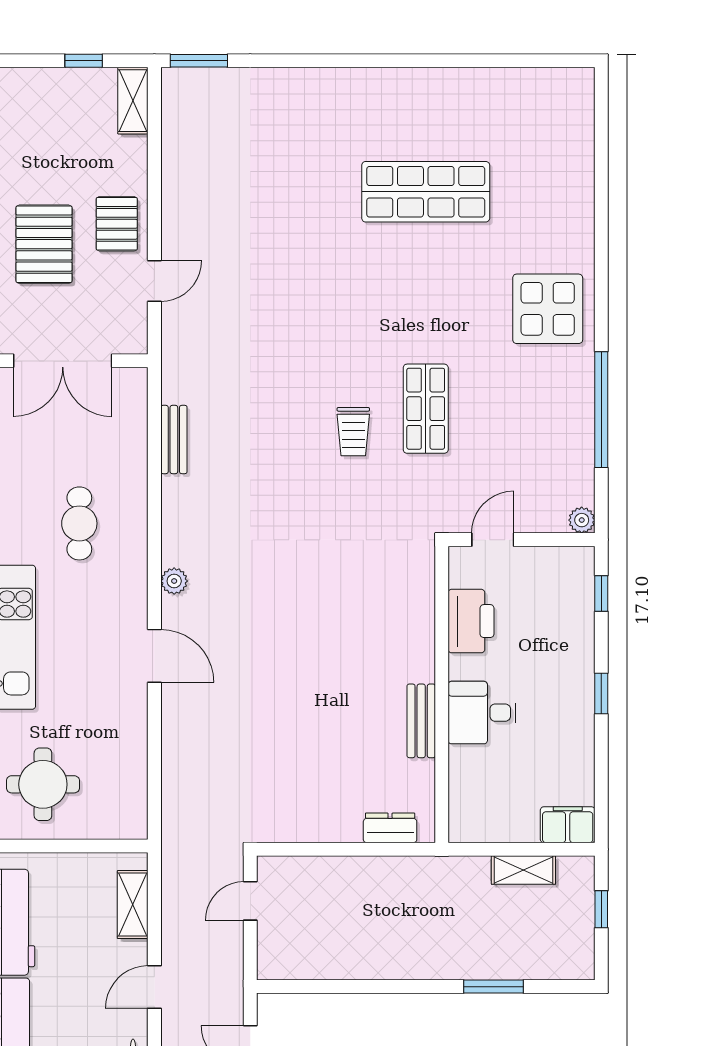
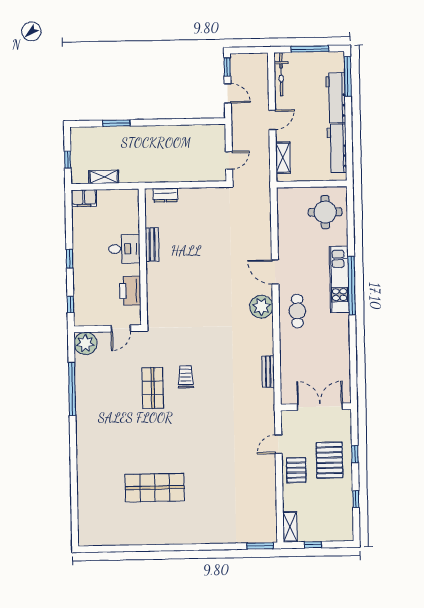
display table: (548, 309) -> (98, 435), removed
plant: (582, 520) -> (85, 343), width x1.88, depth x1.88
cafe table: (79, 523) -> (297, 311), moved
plant: (174, 581) -> (261, 307), width x1.88, depth x1.88

